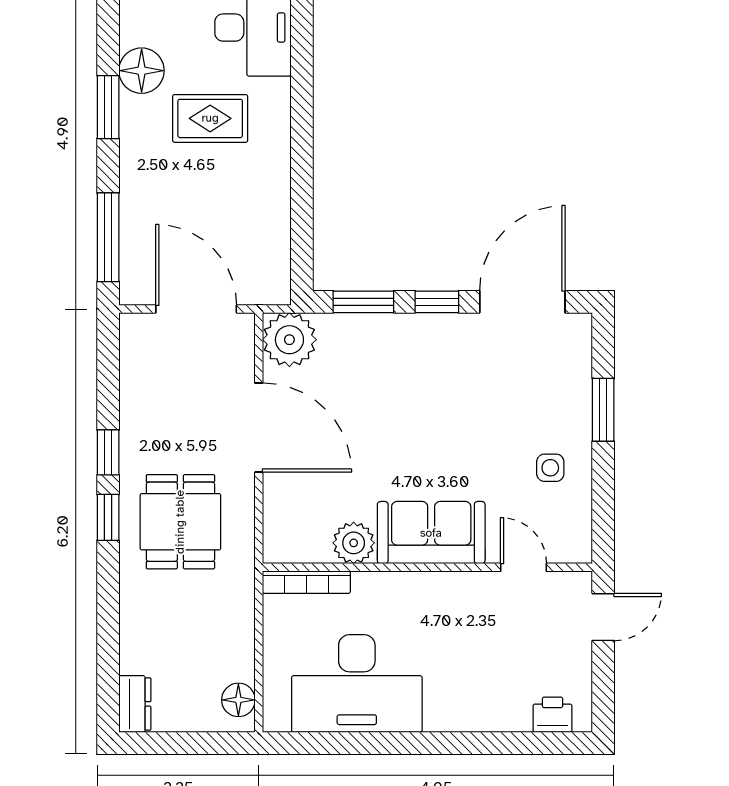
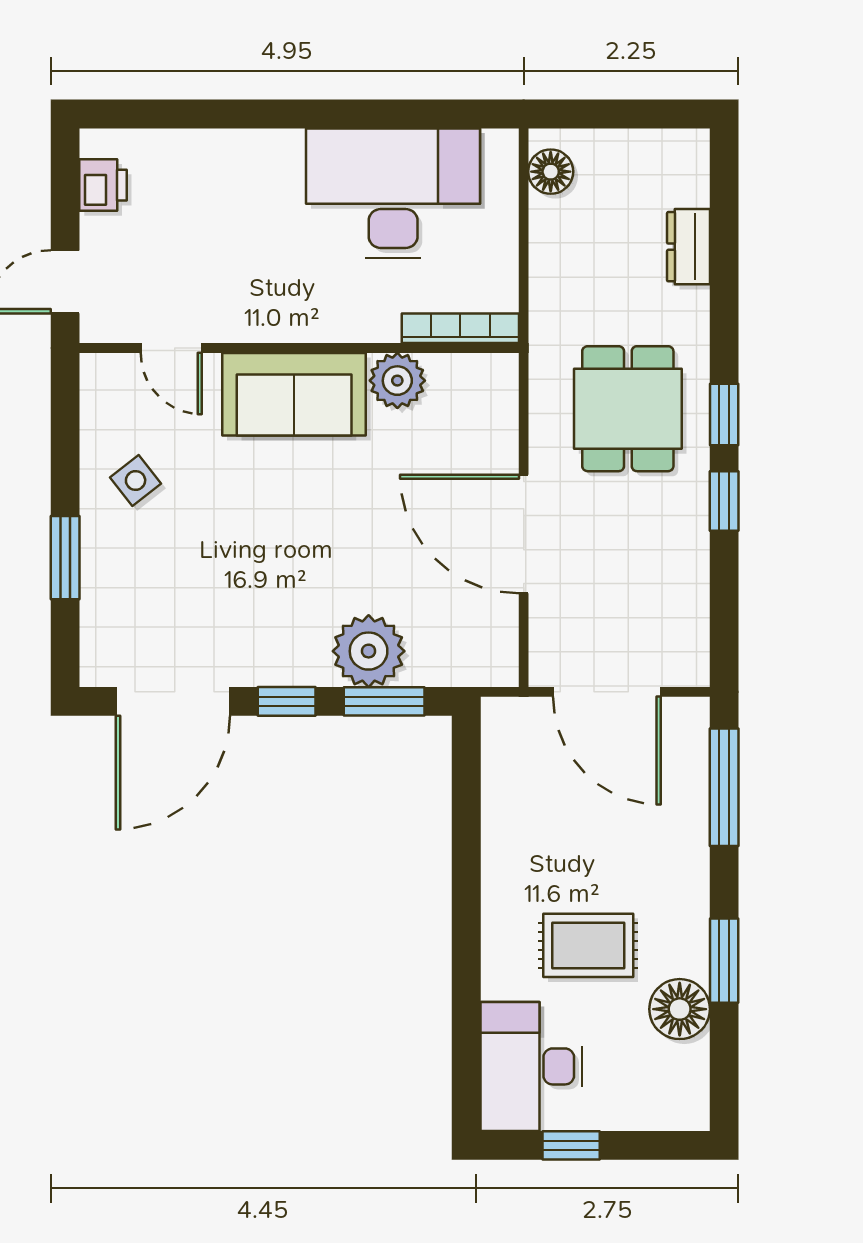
plant: (289, 340) -> (369, 651), moved
side table: (550, 468) -> (136, 481), turned -38
dresser: (135, 704) -> (689, 247), moved
printer: (553, 715) -> (103, 185), moved, turned -90

